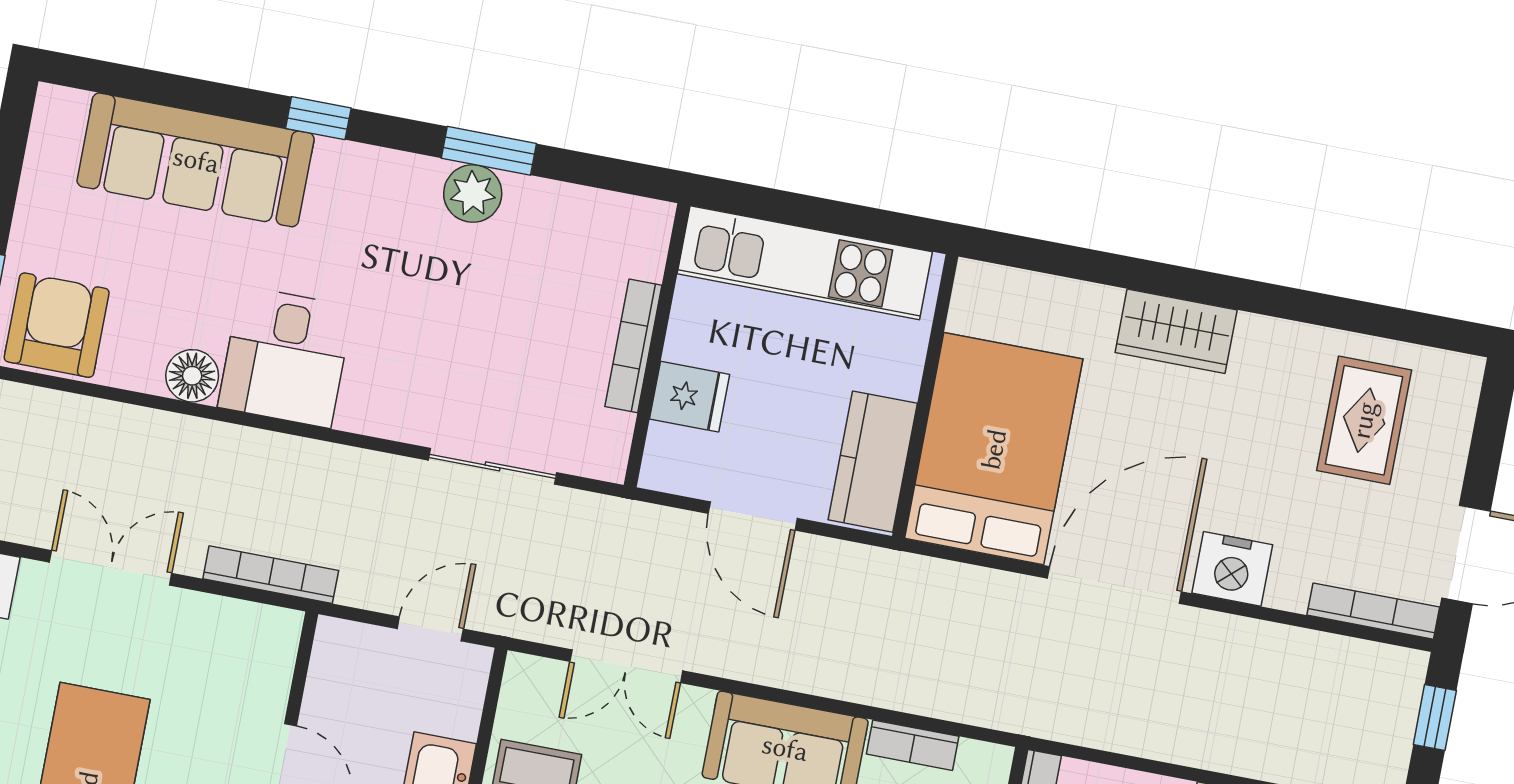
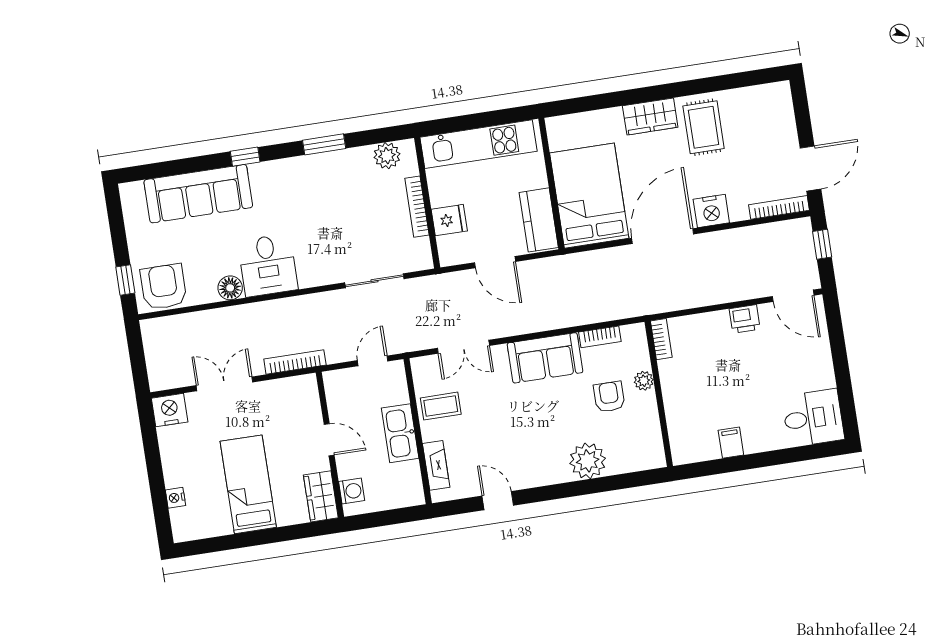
plant: (473, 193) -> (387, 156), moved
rug: (1364, 420) -> (704, 127), moved

